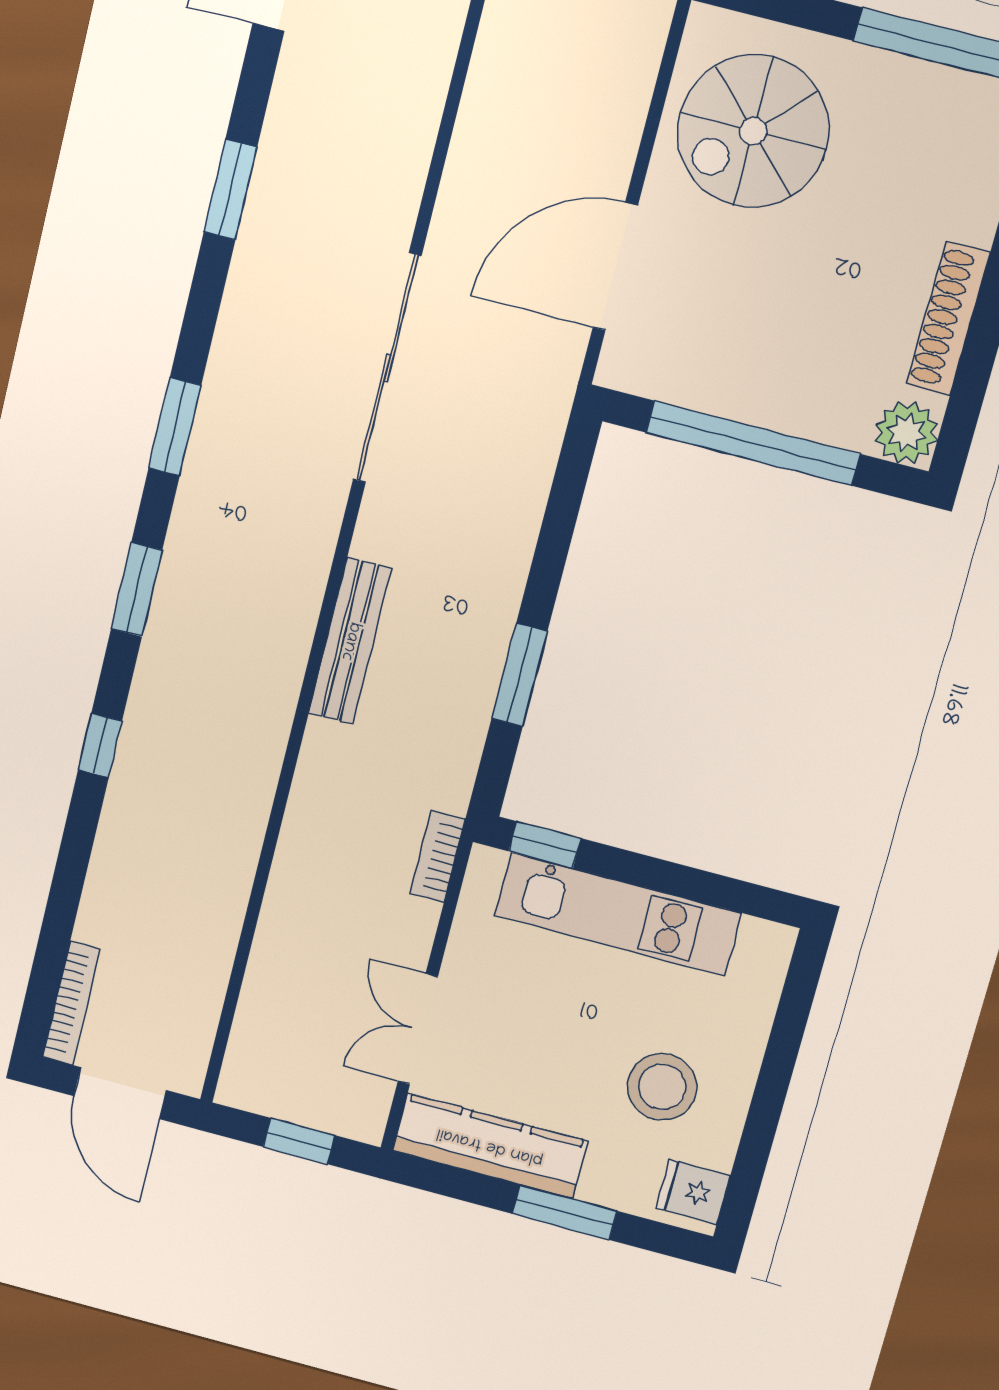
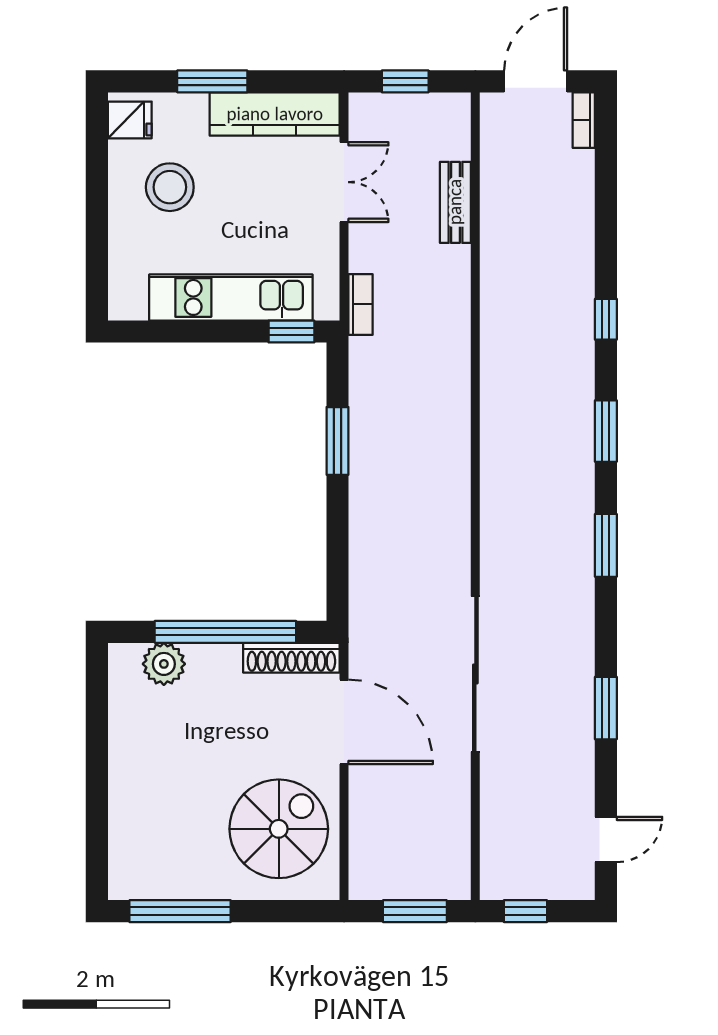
door: (615, 267) -> (344, 722), hinge flipped
shoe rack: (948, 318) -> (291, 658), moved, turned 90
sliding door: (387, 368) -> (475, 674), moved
plant: (906, 433) -> (164, 664), moved
bench: (350, 641) -> (455, 202), moved, width x0.73
bookcase: (72, 1003) -> (584, 120), width x0.64
door: (120, 1093) -> (536, 81), hinge flipped

